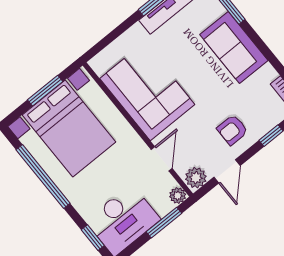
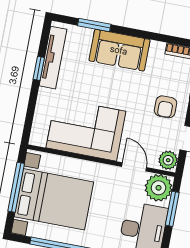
window: (45, 91) -> (16, 187), width x1.44
plant: (178, 196) -> (159, 188), width x1.88, depth x1.88

